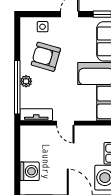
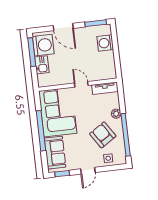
armchair: (46, 57) -> (103, 135), turned -139
window: (17, 87) -> (126, 135), moved

